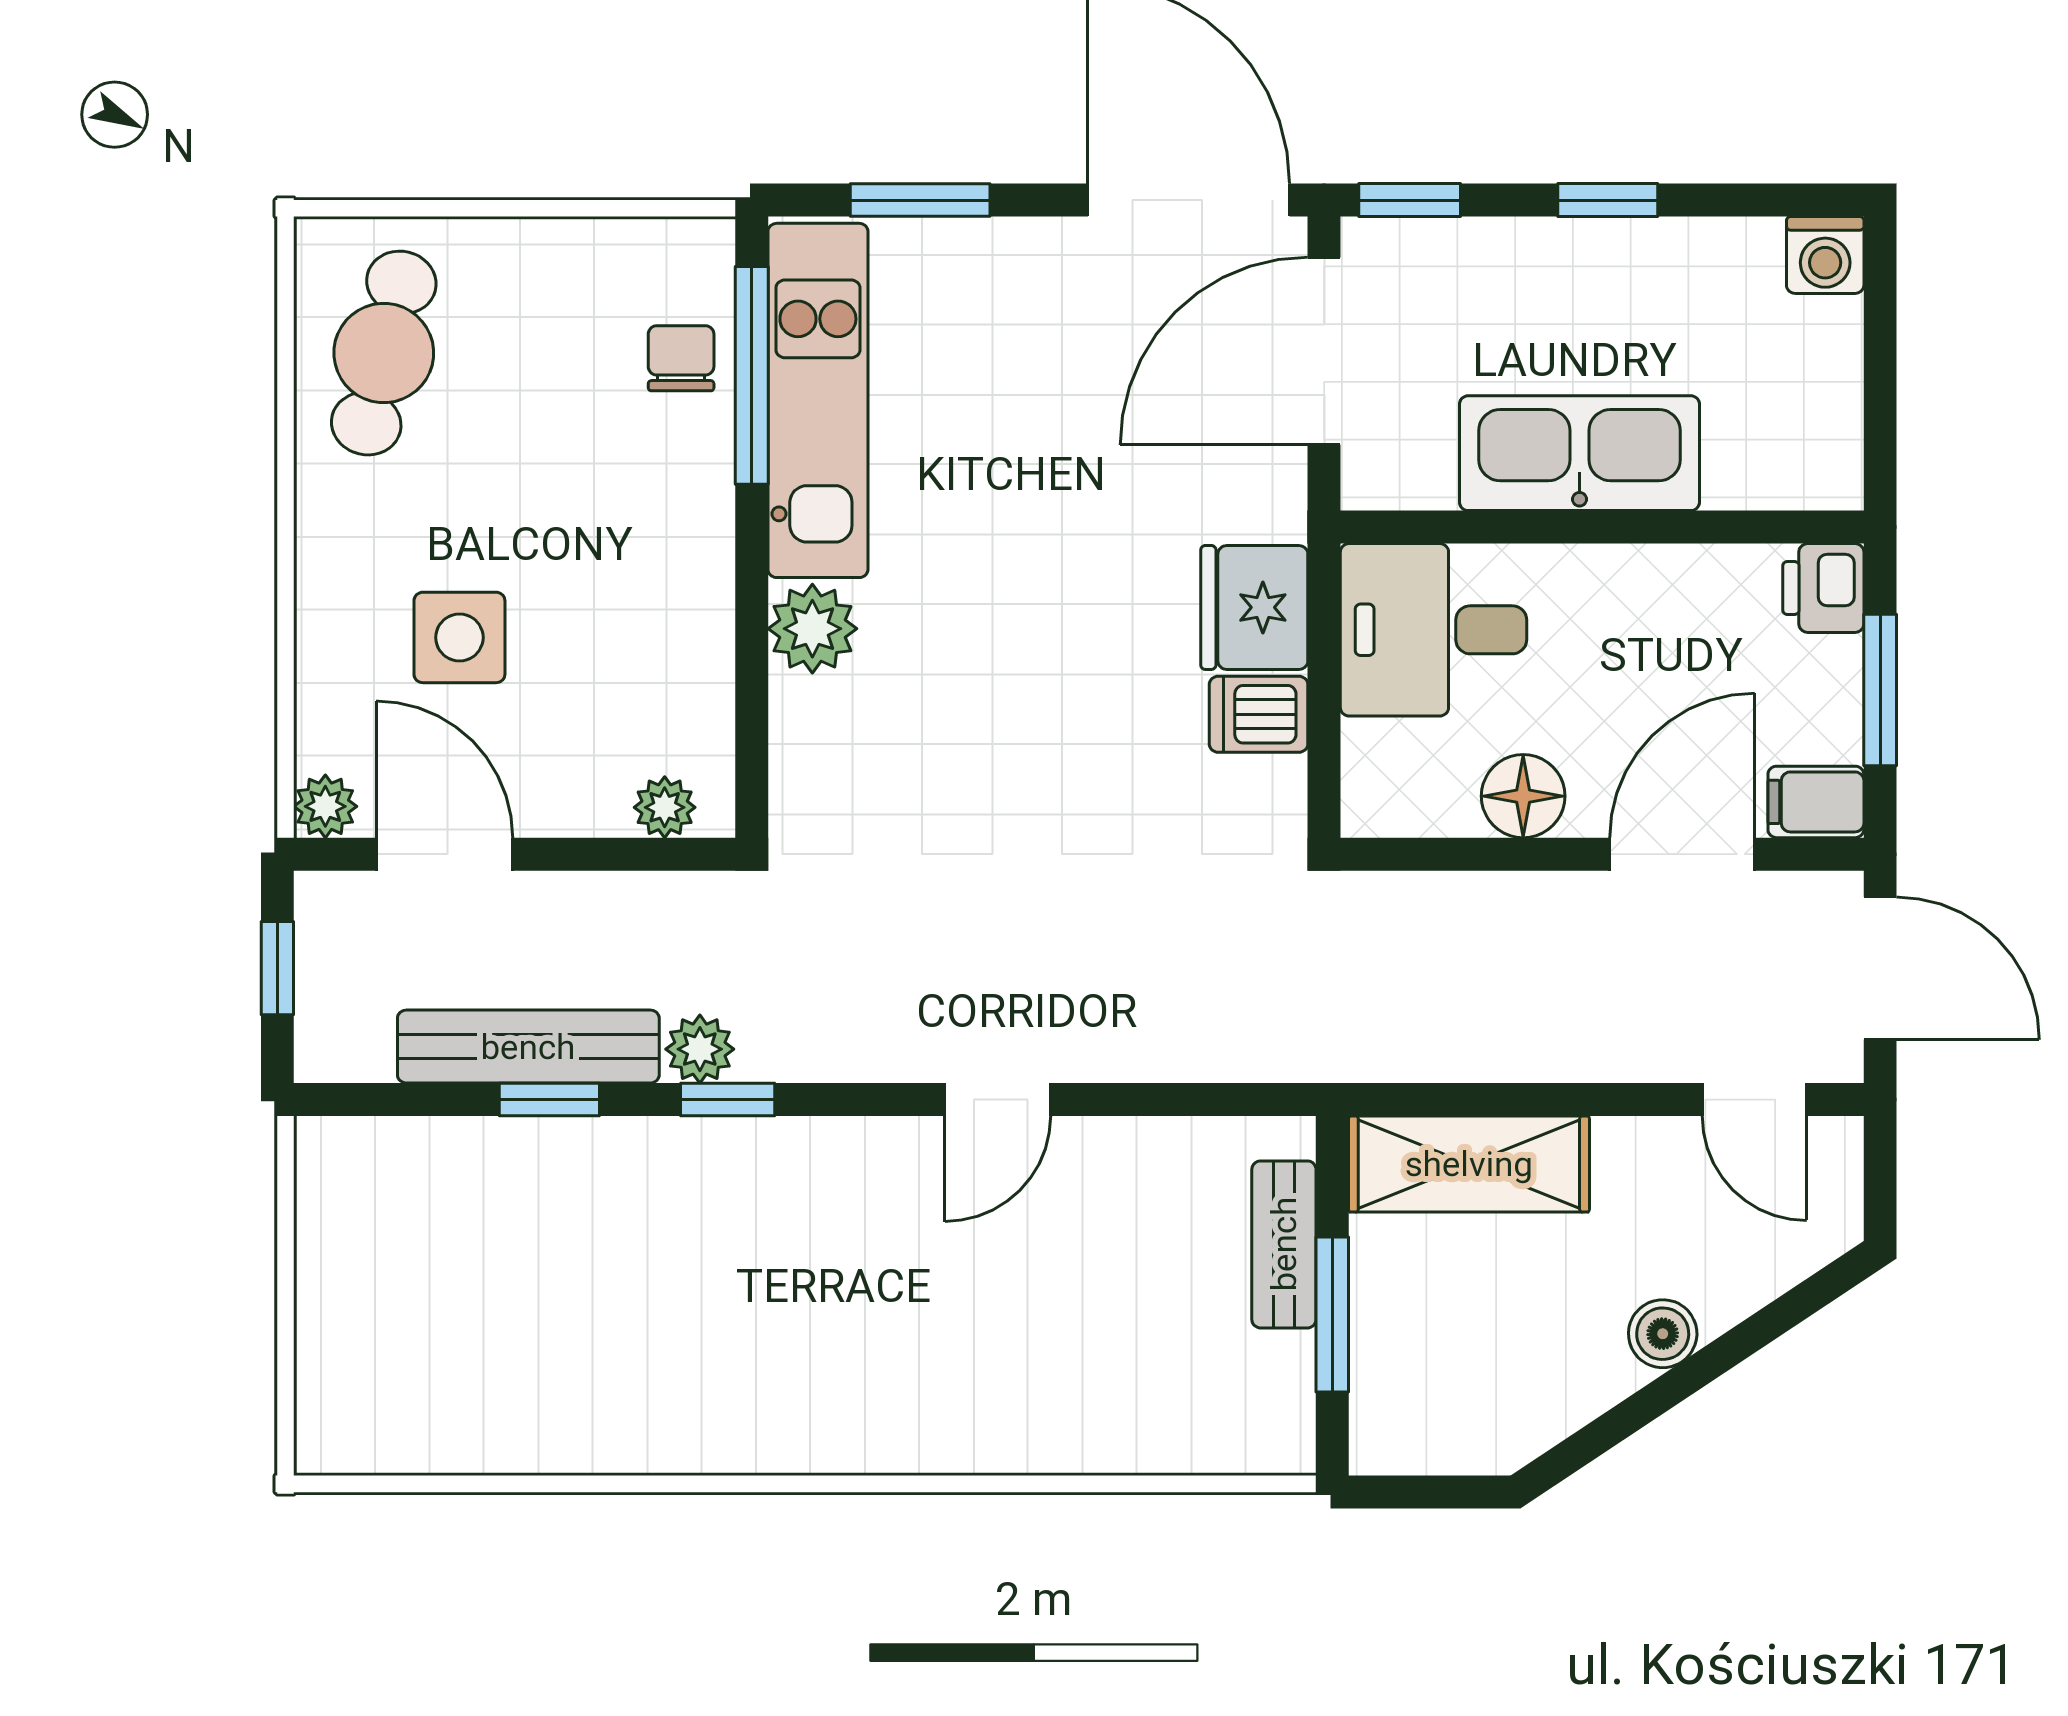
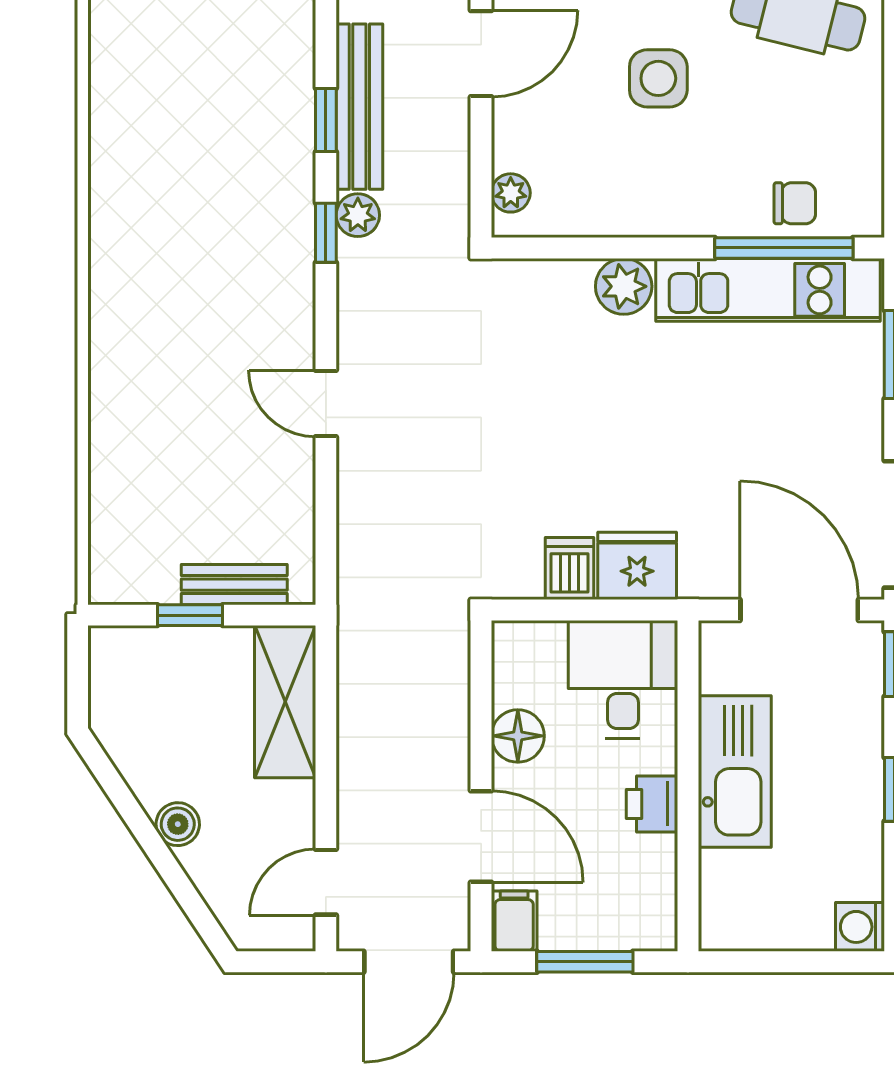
printer: (1823, 588) -> (652, 804), moved, turned -90
side table: (459, 637) -> (658, 78), moved
window: (1332, 1314) -> (190, 615), width x0.67

